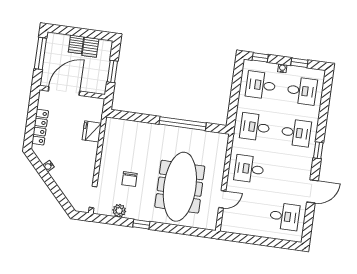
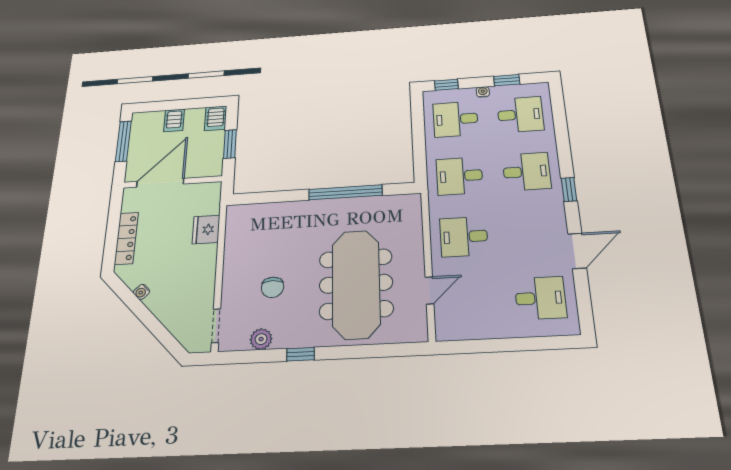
server rack: (90, 47) -> (216, 118), moved

